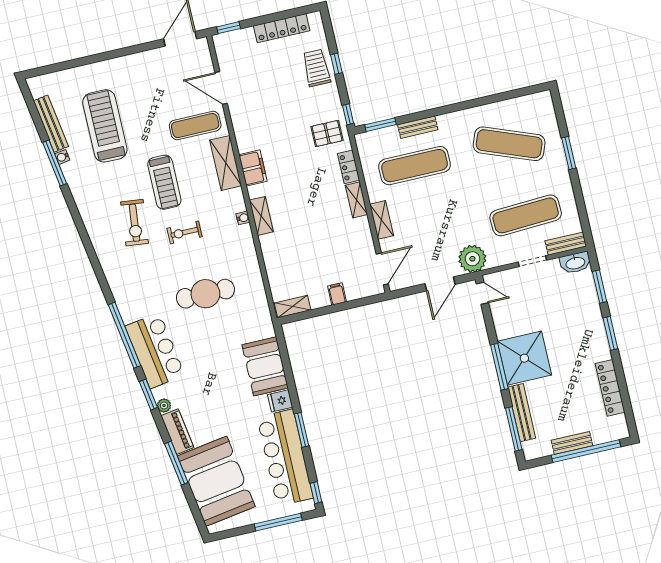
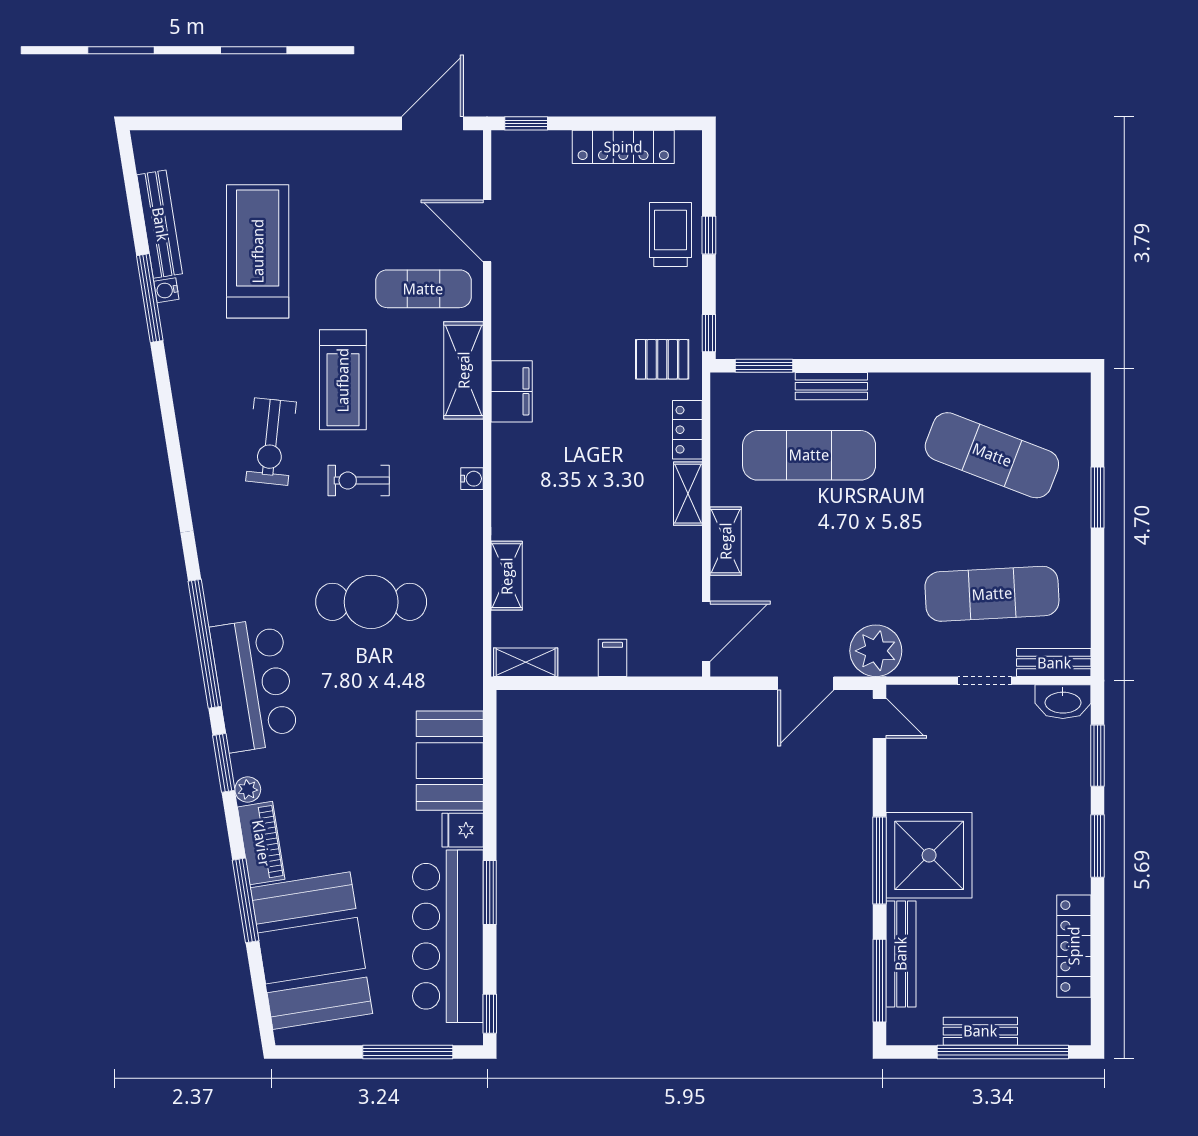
shelving: (261, 216) -> (507, 576), moved

